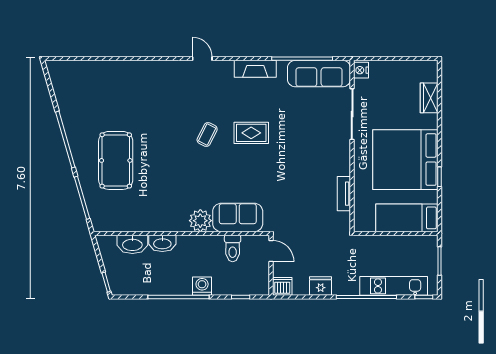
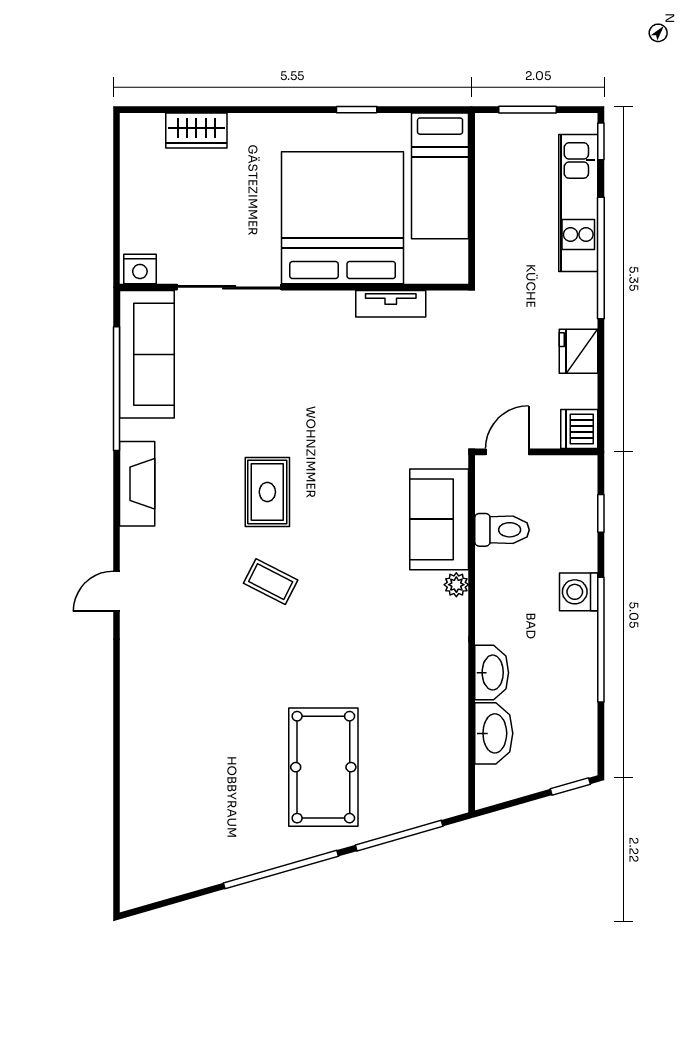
pool table: (116, 160) -> (323, 767), turned 90
bed: (405, 160) -> (343, 218), moved, turned 180
plant: (200, 221) -> (456, 585), width x0.53, depth x0.53

